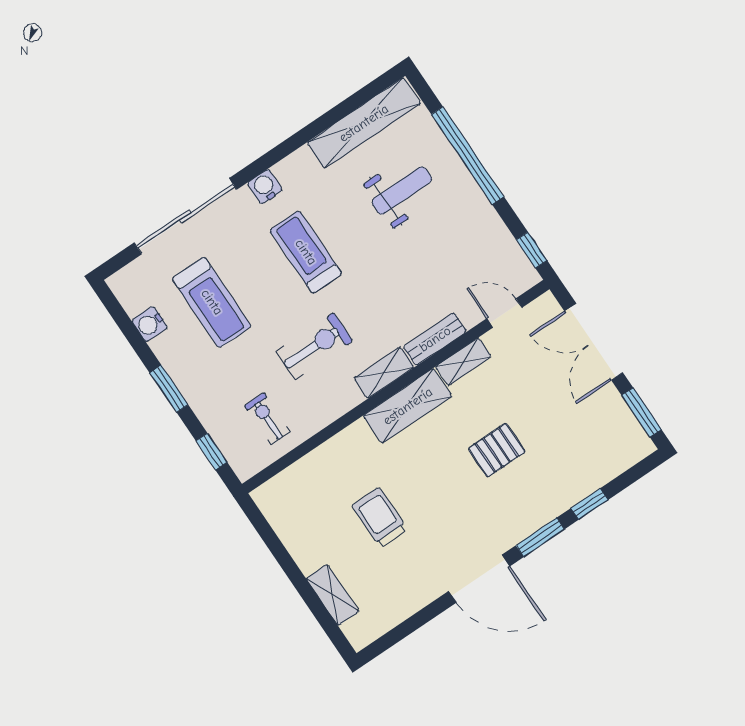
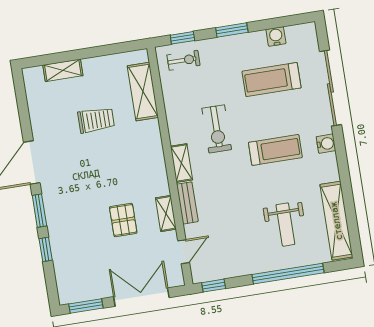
shelving: (408, 406) -> (143, 92), moved
exercise bike: (267, 419) -> (183, 60), moved
pallet: (497, 450) -> (123, 220), moved

